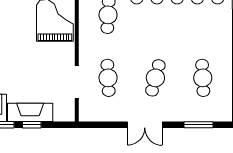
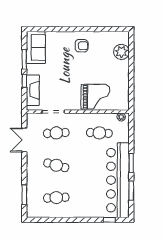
fireplace: (30, 112) -> (33, 90), moved
double door: (145, 125) -> (24, 140), moved

